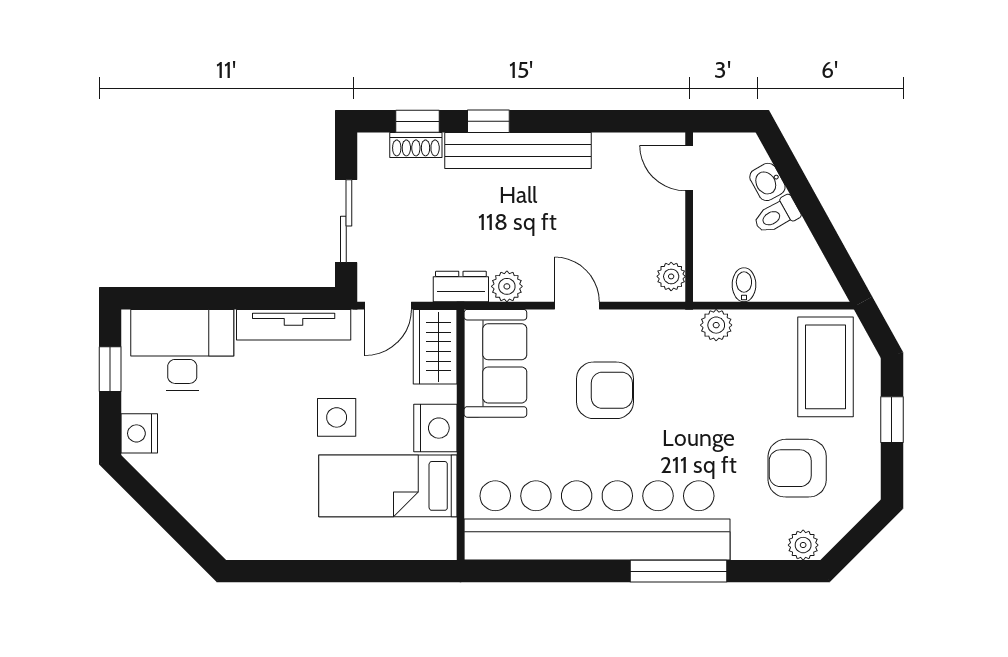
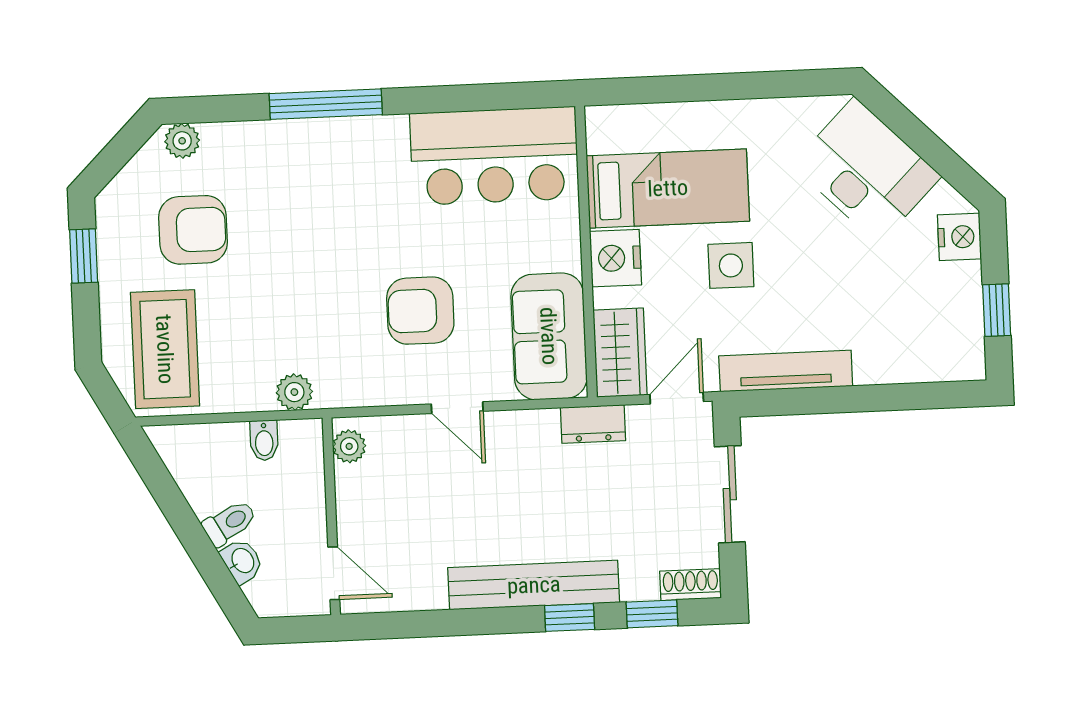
shoe rack: (416, 145) -> (691, 585), moved
plant: (507, 286) -> (540, 426), removed
desk: (182, 350) -> (866, 171), moved, turned -135
window: (892, 420) -> (84, 256), moved
bar counter: (597, 520) -> (494, 156), width x0.54

